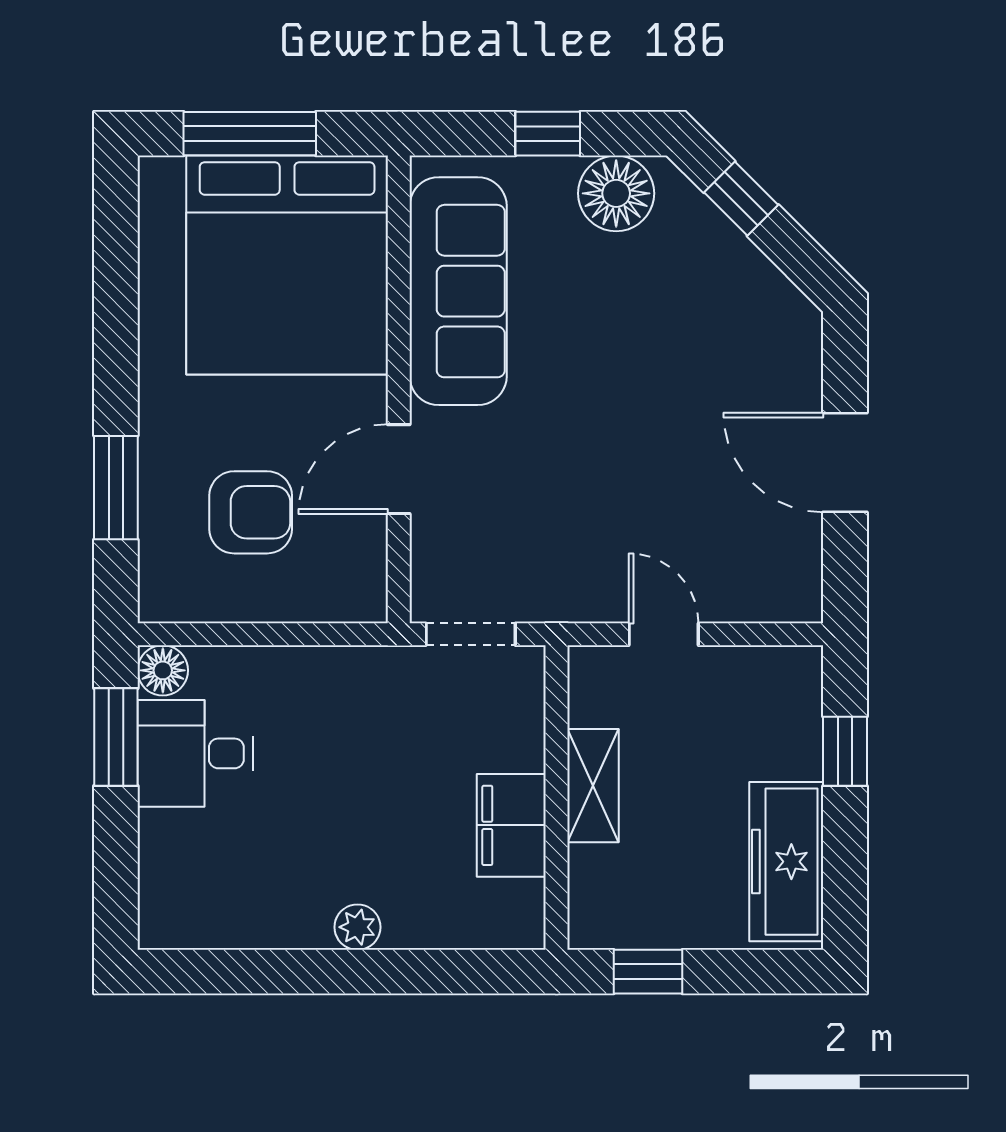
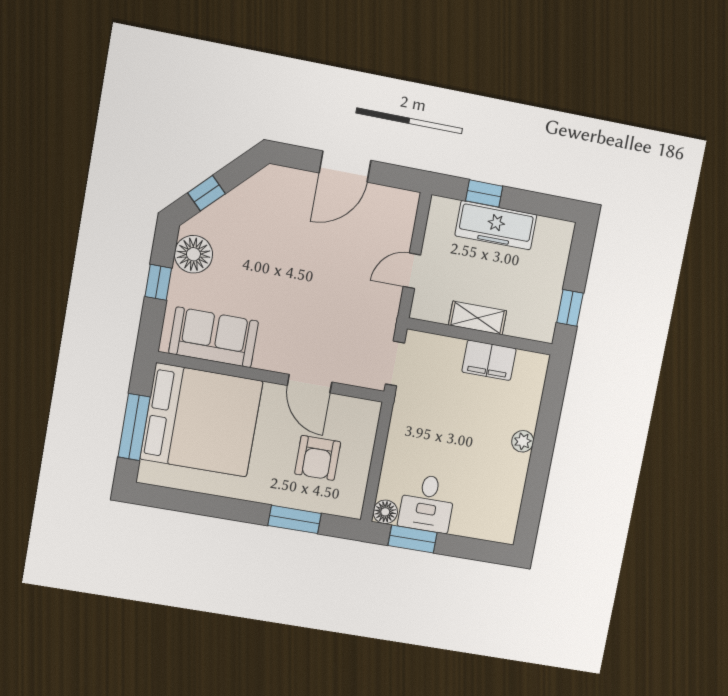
sofa: (458, 291) -> (214, 337), width x0.73
armchair: (251, 512) -> (318, 458), turned 180
freezer: (786, 862) -> (496, 225), moved

